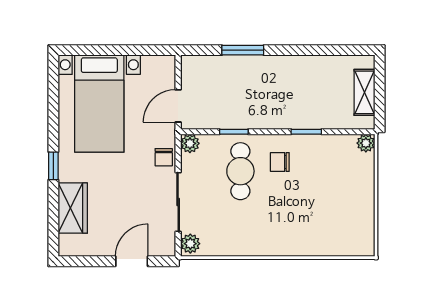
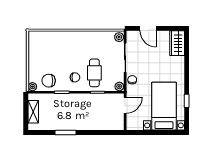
window: (243, 50) -> (65, 133), moved
chair: (333, 155) -> (49, 81), added
window: (53, 166) -> (187, 101), moved
wardrobe: (73, 208) -> (177, 43), moved
door: (132, 261) -> (148, 28), hinge flipped

